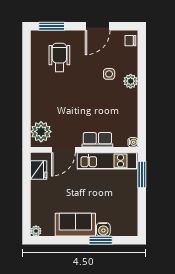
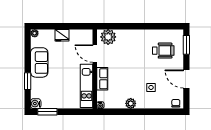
plant: (131, 81) -> (131, 103), moved
fridge: (39, 170) -> (62, 35), moved
window: (142, 174) -> (47, 112), moved
water cooler: (103, 229) -> (36, 104), moved

